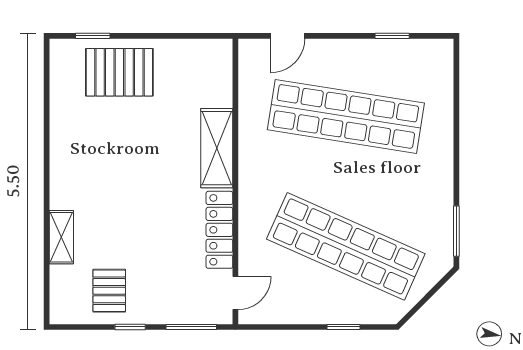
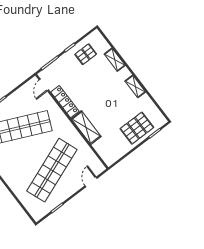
shop shelf: (346, 116) -> (52, 170), turned -30
shelving: (61, 155) -> (135, 86), added
pallet: (109, 291) -> (86, 54), turned 90

